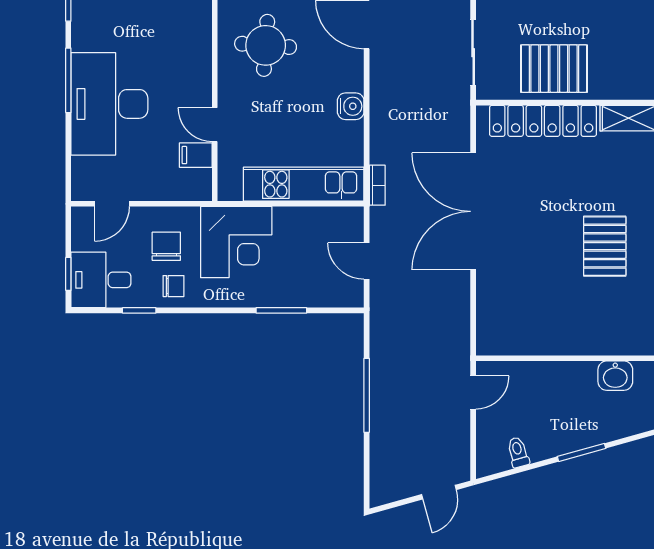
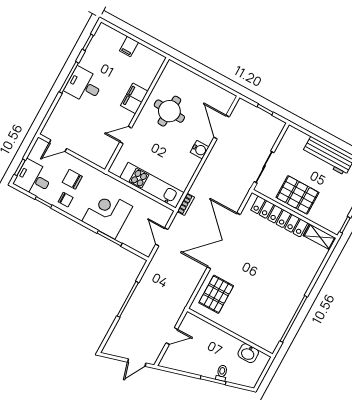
desk: (109, 104) -> (84, 85), width x0.53, depth x0.77
water cooler: (351, 106) -> (200, 150), moved
door: (215, 125) -> (126, 135), hinge flipped
filing cabinet: (196, 155) -> (134, 98), moved, width x2.00
corner desk: (236, 242) -> (107, 214), moved, turned 180
chair: (166, 246) -> (72, 179), turned -90
pallet: (605, 246) -> (216, 294), moved
door: (473, 393) -> (172, 336), moved
toilet: (518, 452) -> (222, 373), moved

